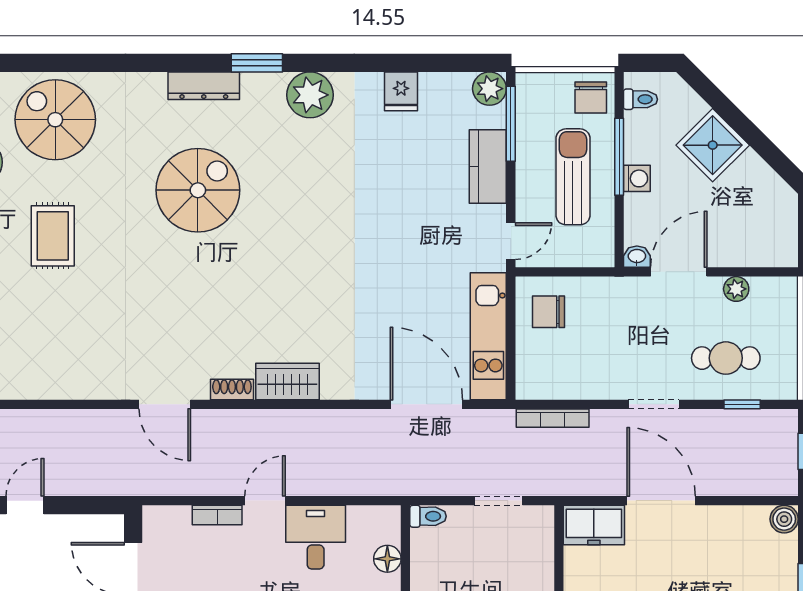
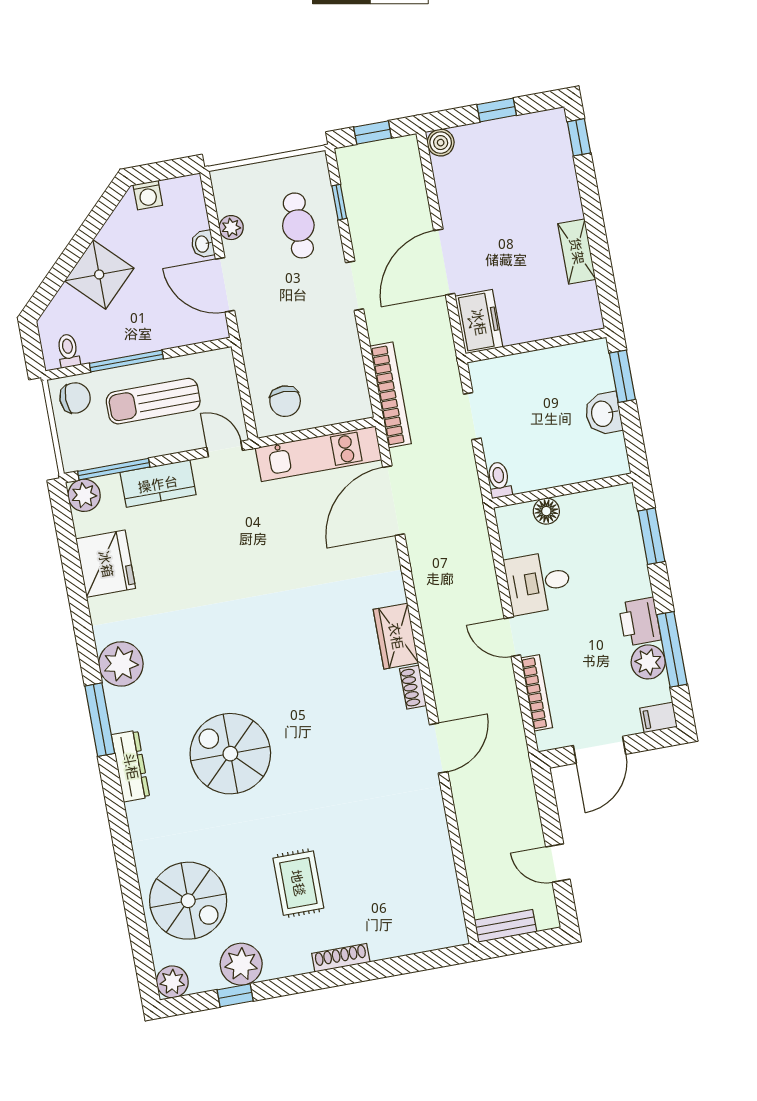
window: (257, 63) -> (100, 720), width x1.44
fridge: (401, 91) -> (106, 564), width x1.88, depth x1.34
spiral stairs: (55, 120) -> (188, 901), turned -90
washing machine: (637, 178) -> (148, 195), moved, turned 180
rug: (53, 236) -> (298, 883), turned 90
washbasin: (637, 257) -> (203, 244), moved
bookcase: (553, 418) -> (391, 395), width x1.48, depth x1.31
bookcase: (217, 515) -> (537, 693), width x1.56

